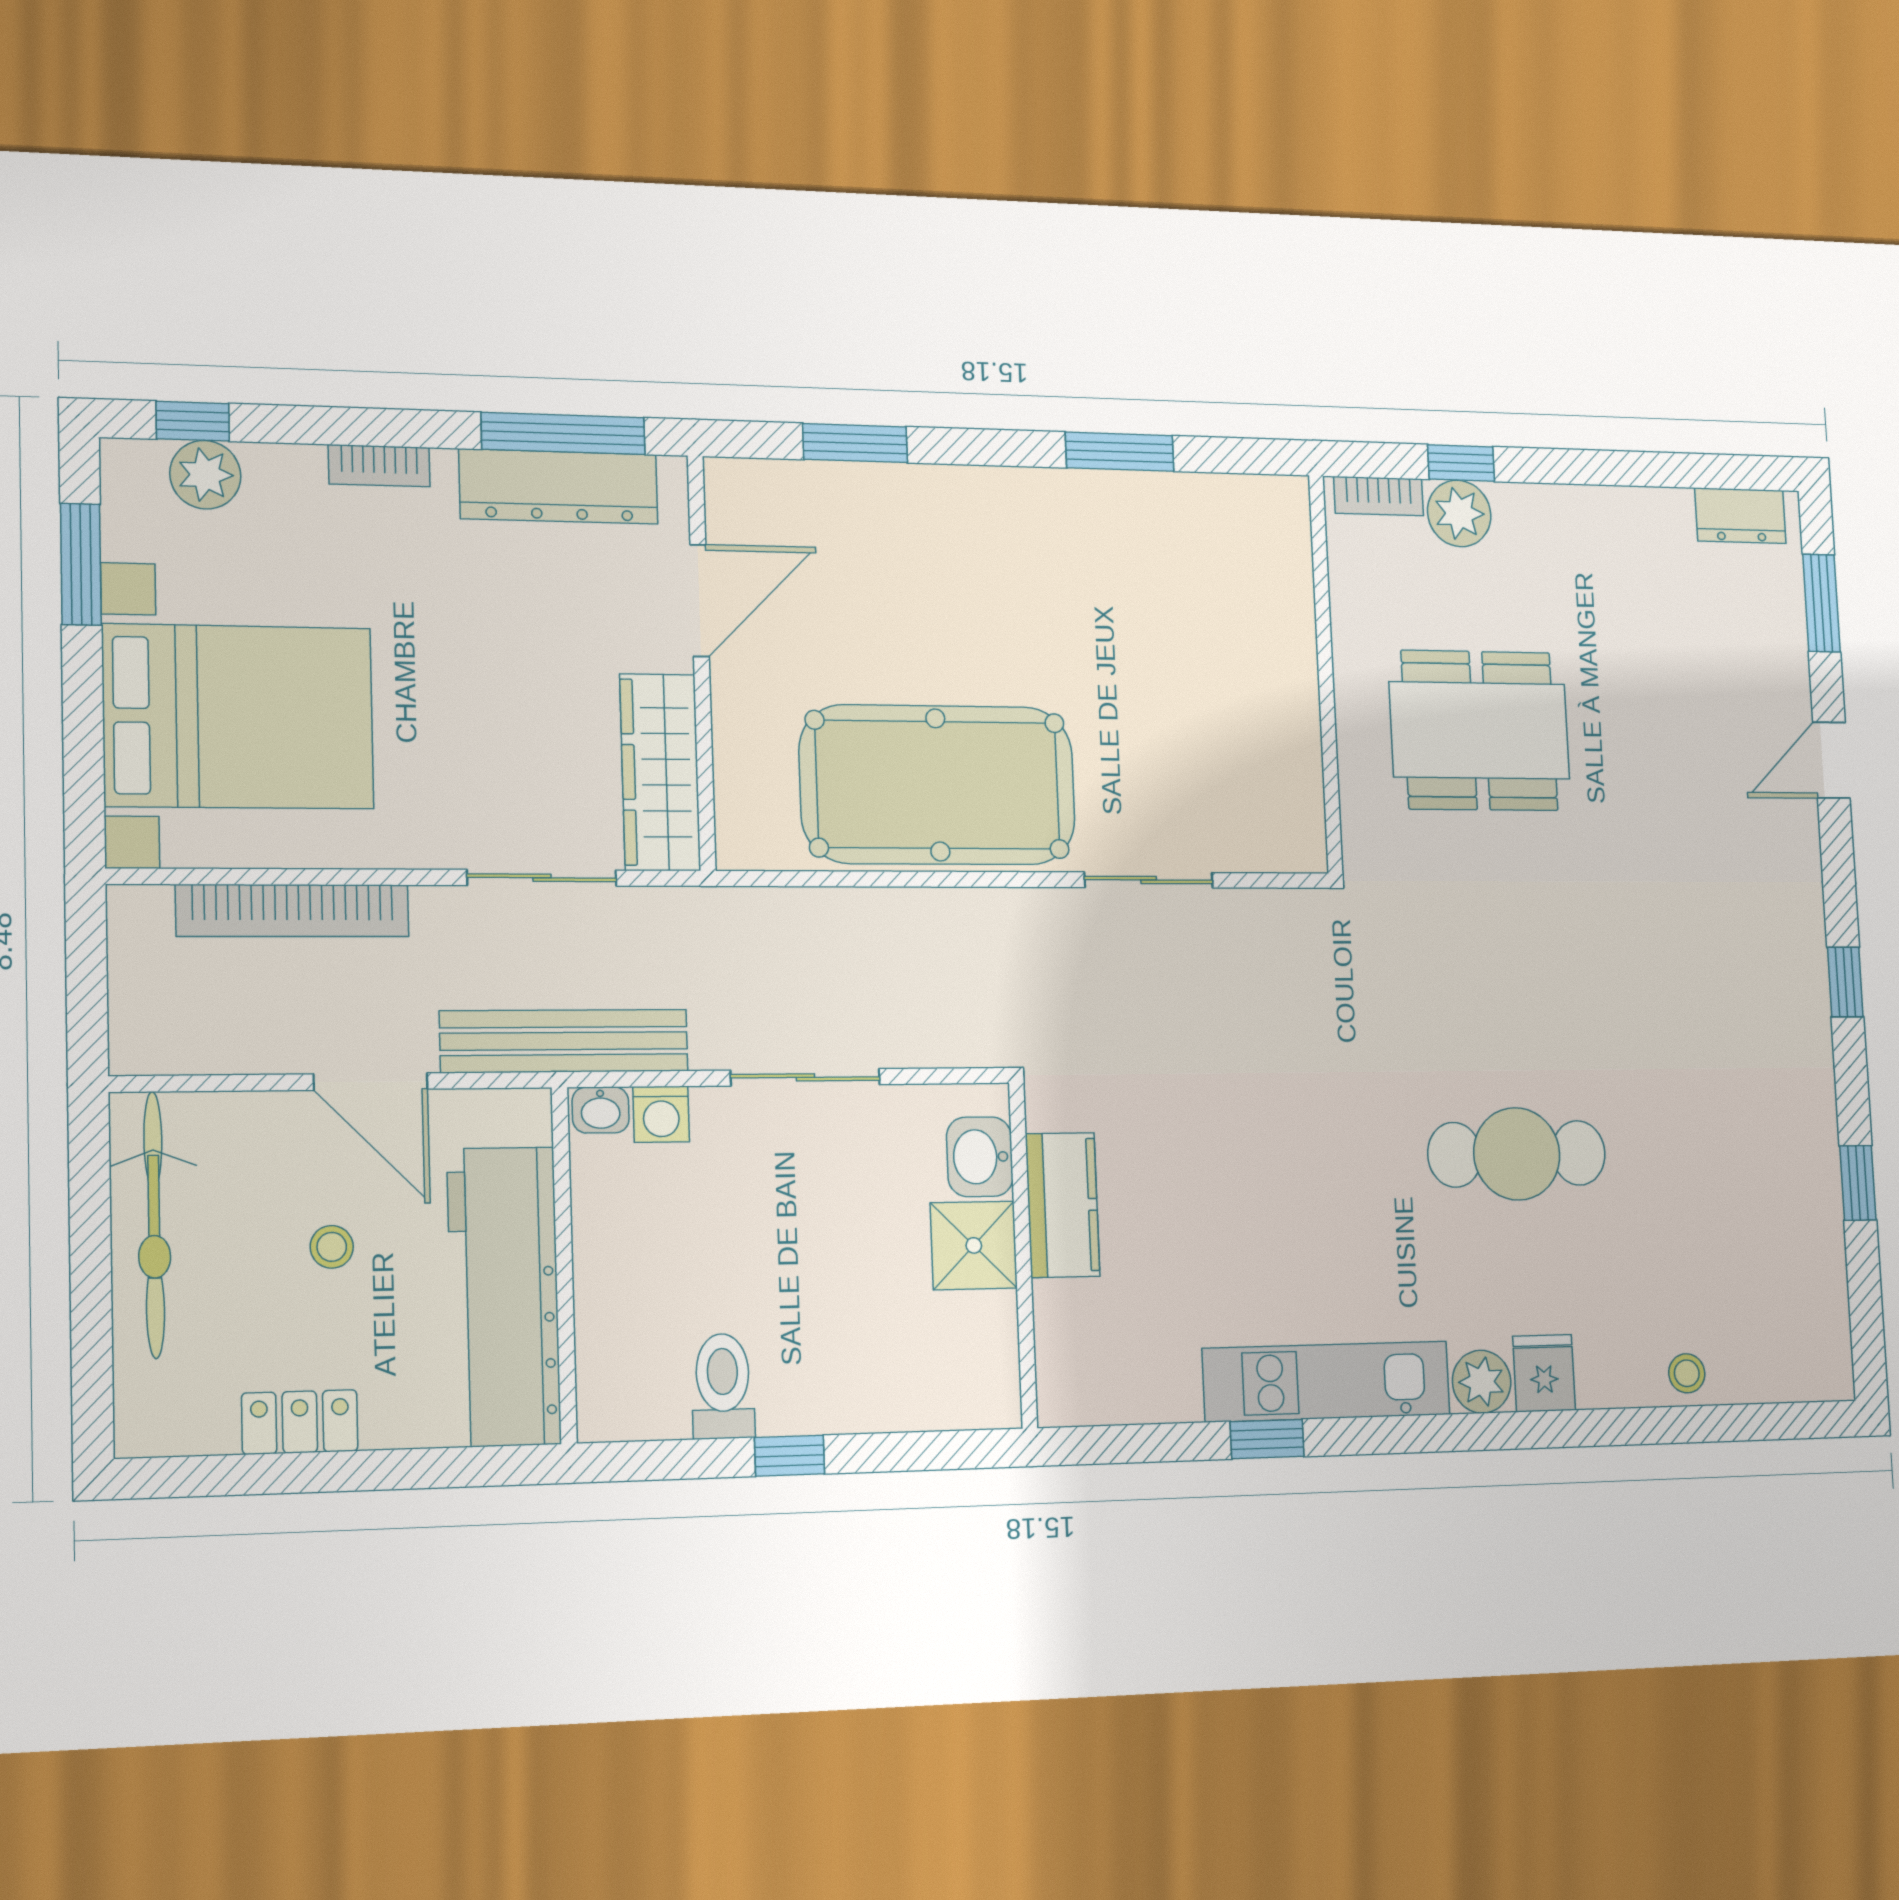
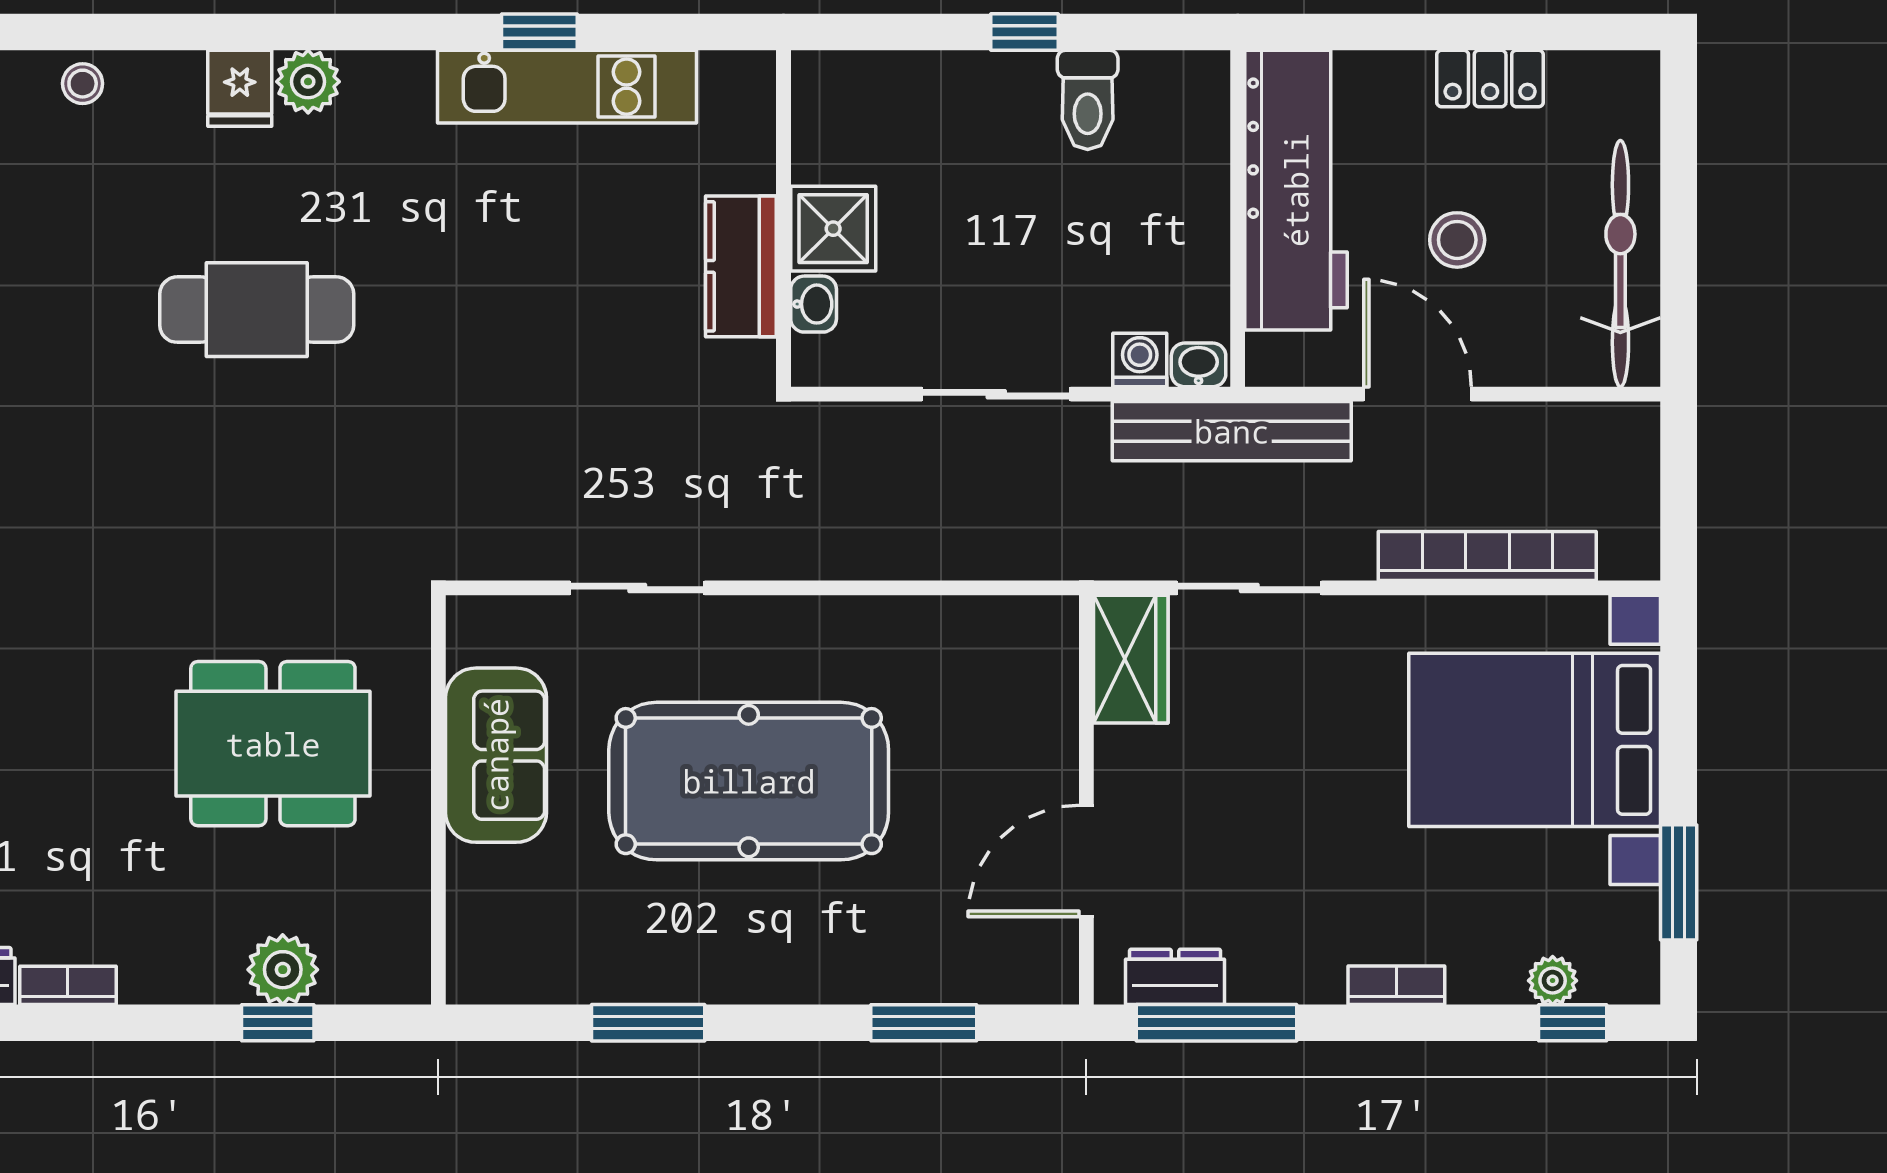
plant: (205, 475) -> (1553, 981), width x0.73, depth x0.73
dresser: (559, 487) -> (1175, 977), width x0.51, depth x0.80
bookcase: (1379, 496) -> (68, 985), moved
sofa: (1274, 716) -> (496, 755), added
wardrobe: (660, 772) -> (1131, 659), width x0.67
pool table: (938, 785) -> (749, 781), moved
washbasin: (980, 1157) -> (814, 304), width x0.72, depth x0.69
stool: (332, 1247) -> (1457, 240), width x1.37, depth x1.37
kitchen unit: (1327, 1381) -> (567, 87), moved

